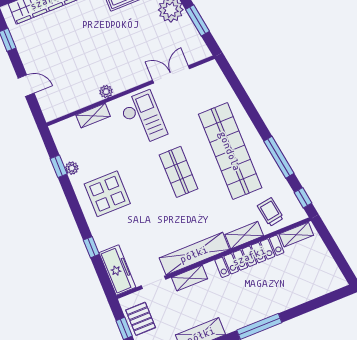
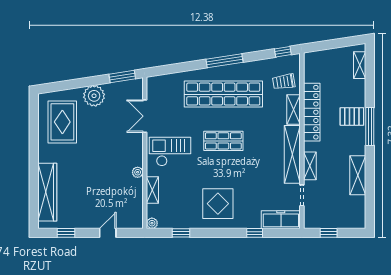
window: (198, 20) -> (122, 76), moved
window: (279, 157) -> (224, 61), moved
plant: (72, 168) -> (152, 223), moved
shelving: (296, 235) -> (360, 65), moved
pallet: (141, 319) -> (352, 116), moved

